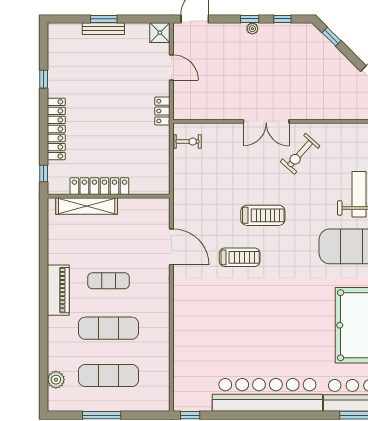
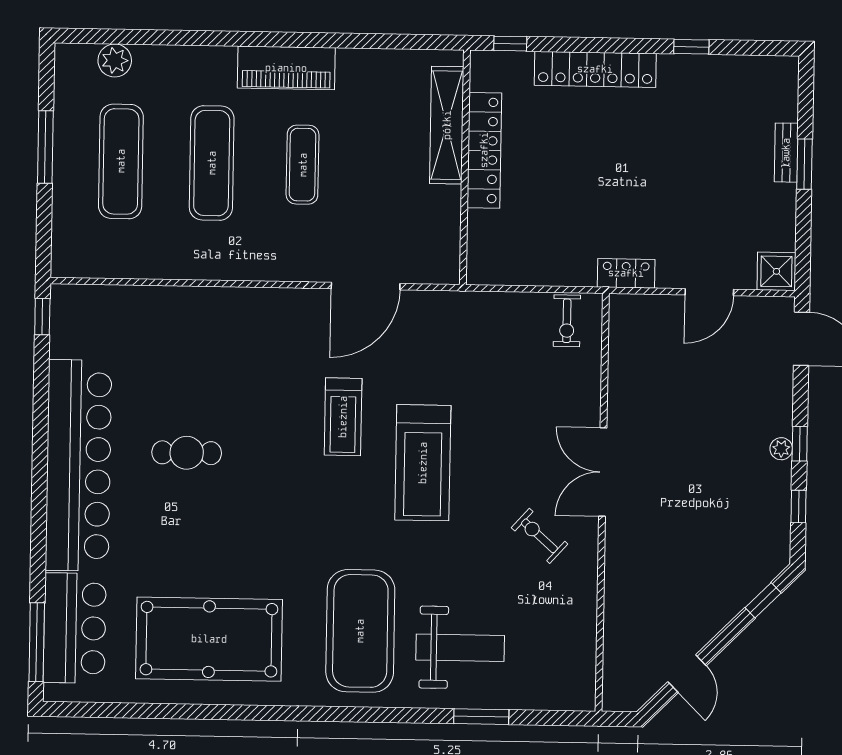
bench: (103, 29) -> (786, 153), width x0.73
exercise bike: (300, 154) -> (539, 536), width x0.73, depth x0.72
treadmill: (263, 215) -> (423, 463), width x1.37, depth x1.38
cafe table: (260, 339) -> (187, 453), added

